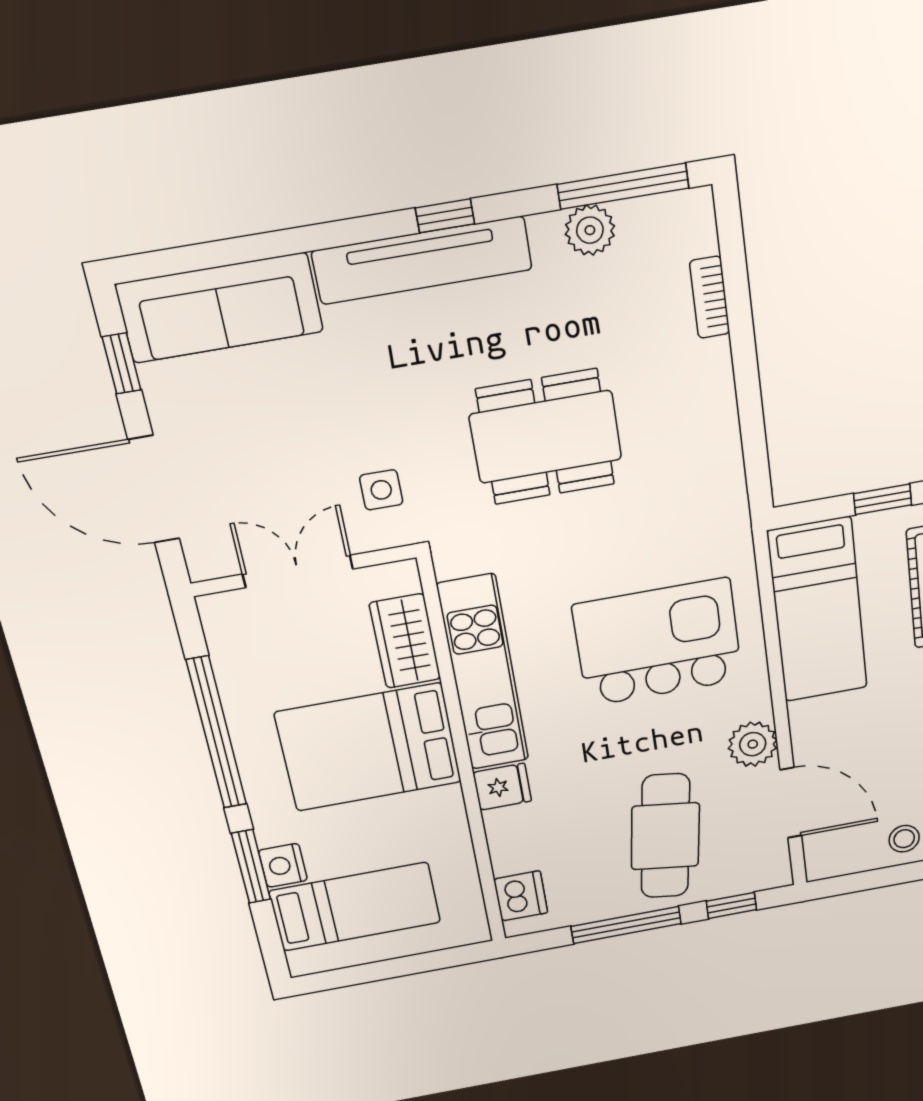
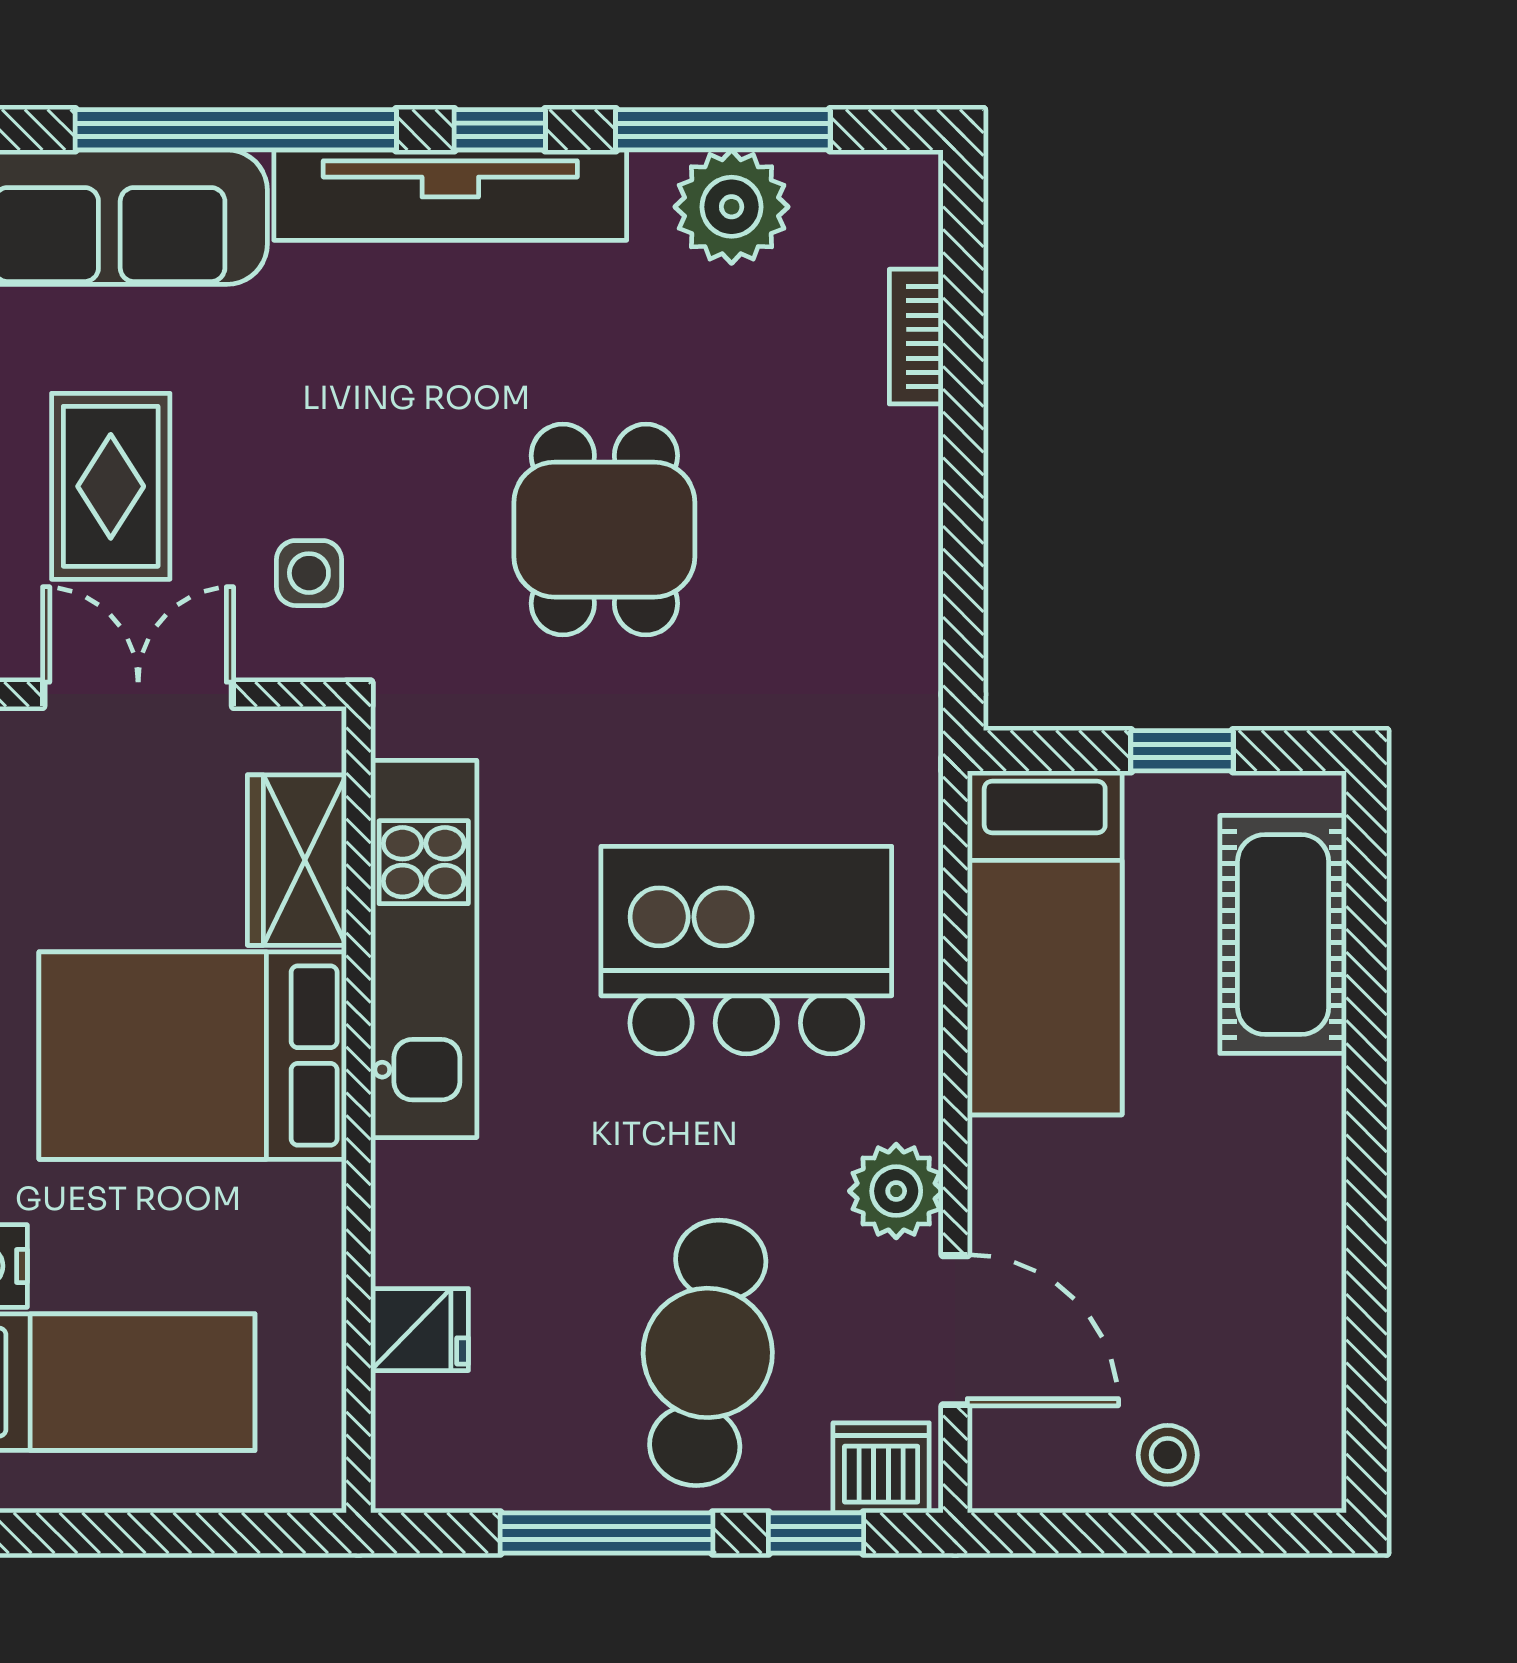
window: (623, 186) -> (723, 130), moved
plant: (590, 230) -> (732, 207), width x1.36, depth x1.36
window: (285, 243) -> (236, 130), added
dining table: (546, 437) -> (604, 530), width x0.73
rug: (256, 462) -> (111, 486), added
fridge: (502, 787) -> (419, 1330), moved
dishwasher: (521, 896) -> (881, 1468), moved, turned -90

